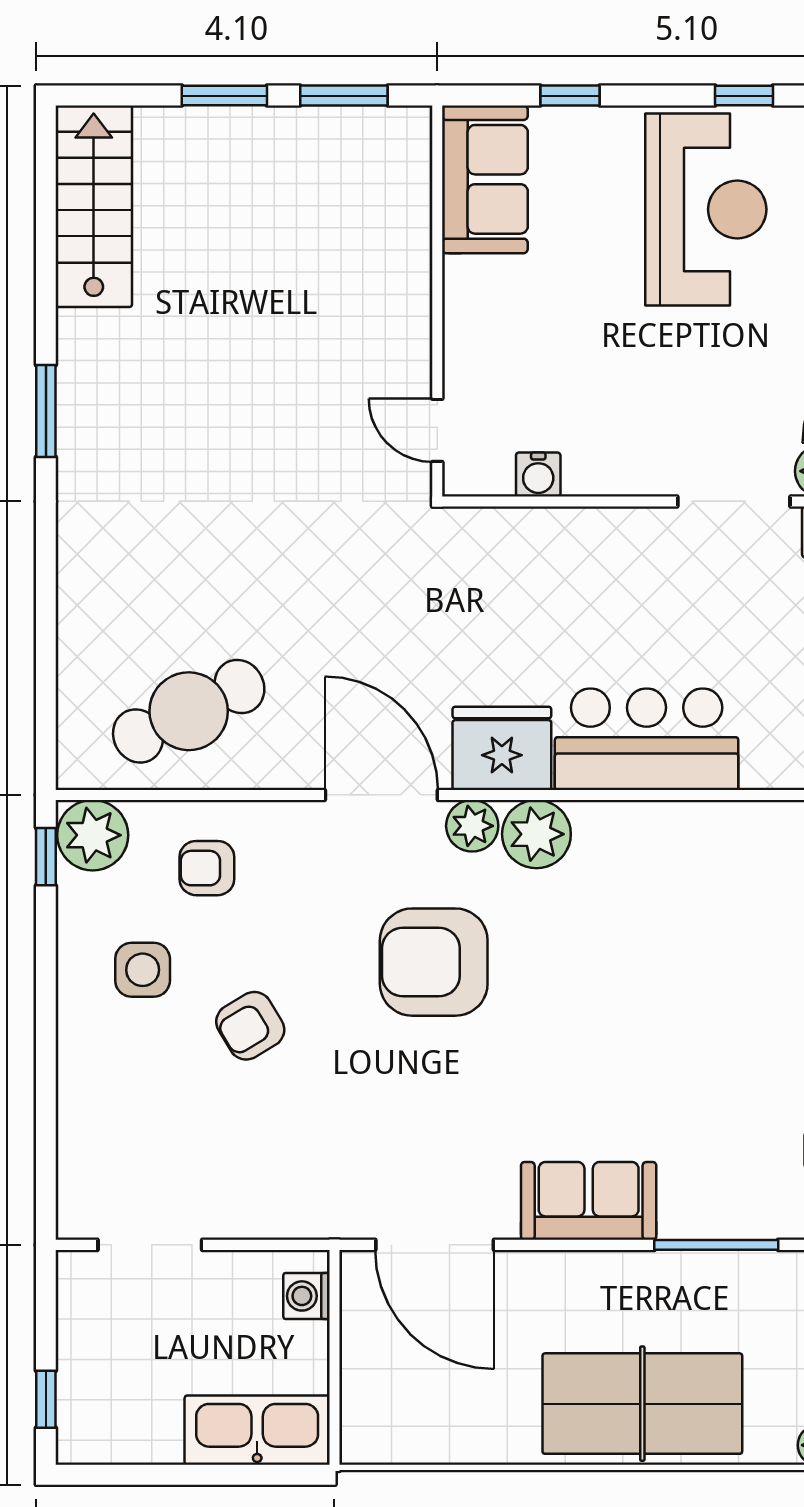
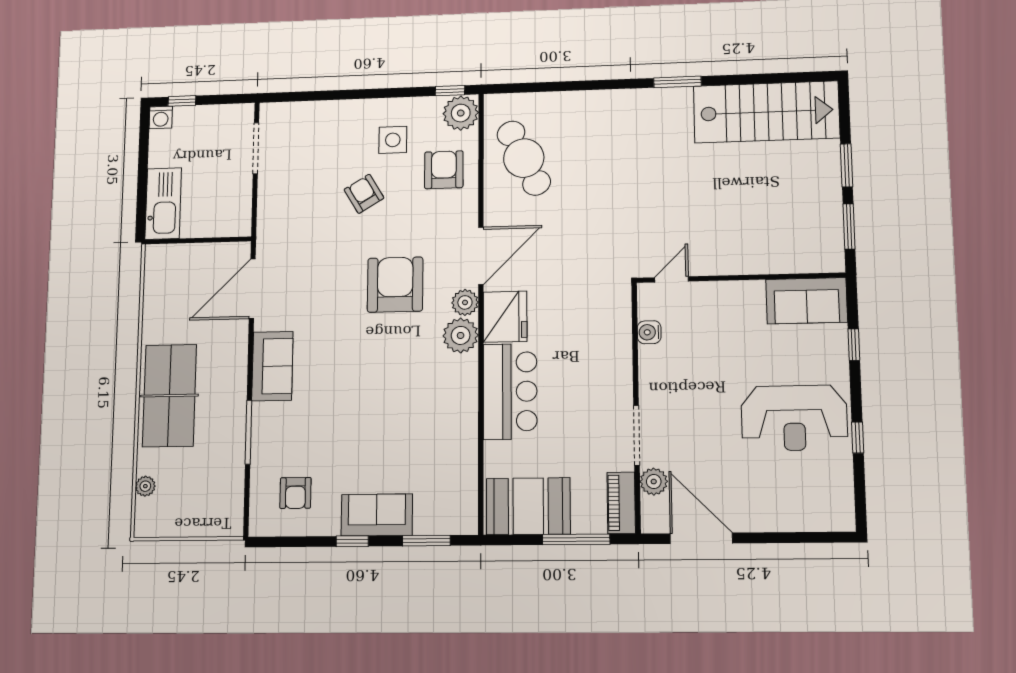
stairs: (94, 206) -> (766, 112), width x1.36, depth x1.51
armchair: (207, 868) -> (444, 170), width x1.38, depth x1.38
washing machine: (306, 1296) -> (161, 117), moved, turned 180

